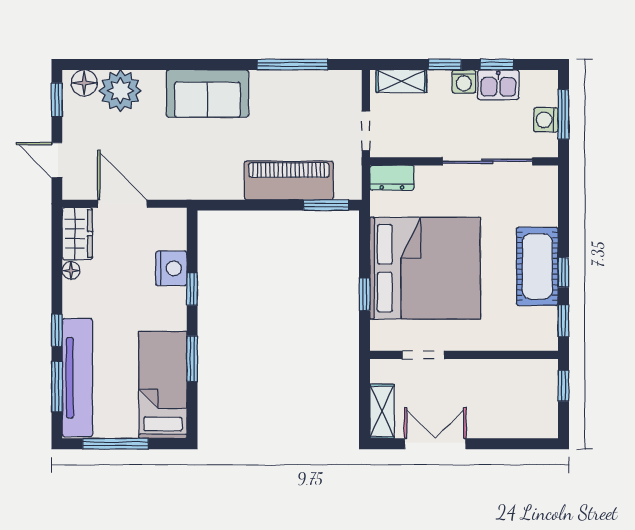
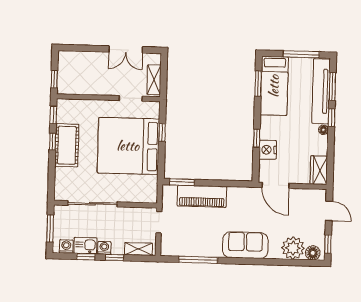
washing machine: (546, 120) -> (66, 247), moved, turned -90
dresser: (392, 178) -> (145, 196), removed
door: (122, 204) -> (276, 185), moved
floor lamp: (71, 271) -> (323, 130), moved
window: (192, 359) -> (258, 84), moved
shelving: (382, 411) -> (154, 80), moved

